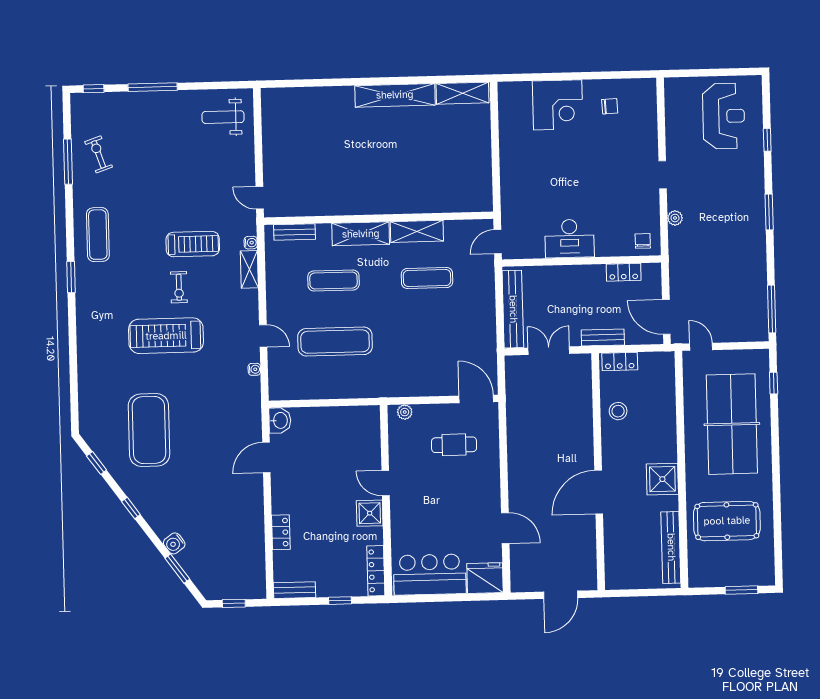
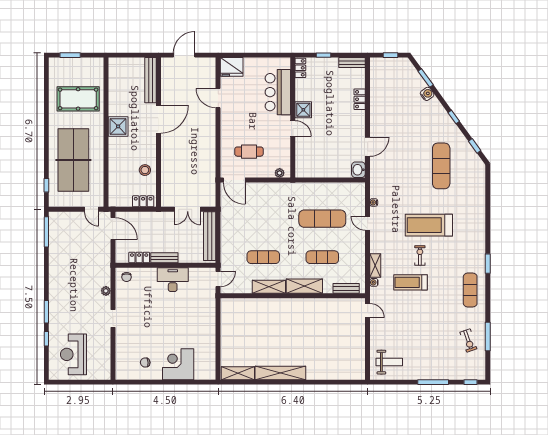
window: (769, 212) -> (46, 312), moved
treadmill: (166, 336) -> (429, 225), turned 180
bench: (603, 337) -> (164, 258), moved
exercise mat: (149, 430) -> (441, 166), width x0.68
bench: (671, 547) -> (151, 80), moved
locker: (376, 571) -> (300, 68), width x0.66
bar counter: (430, 575) -> (278, 92), moved, turned 90

